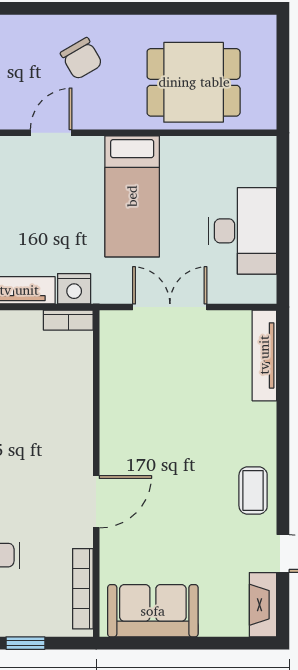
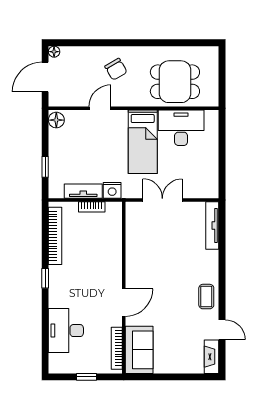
desk: (243, 231) -> (181, 128), moved, turned -90
bookcase: (68, 320) -> (92, 207), moved
sofa: (153, 611) -> (139, 350), moved, turned 90

